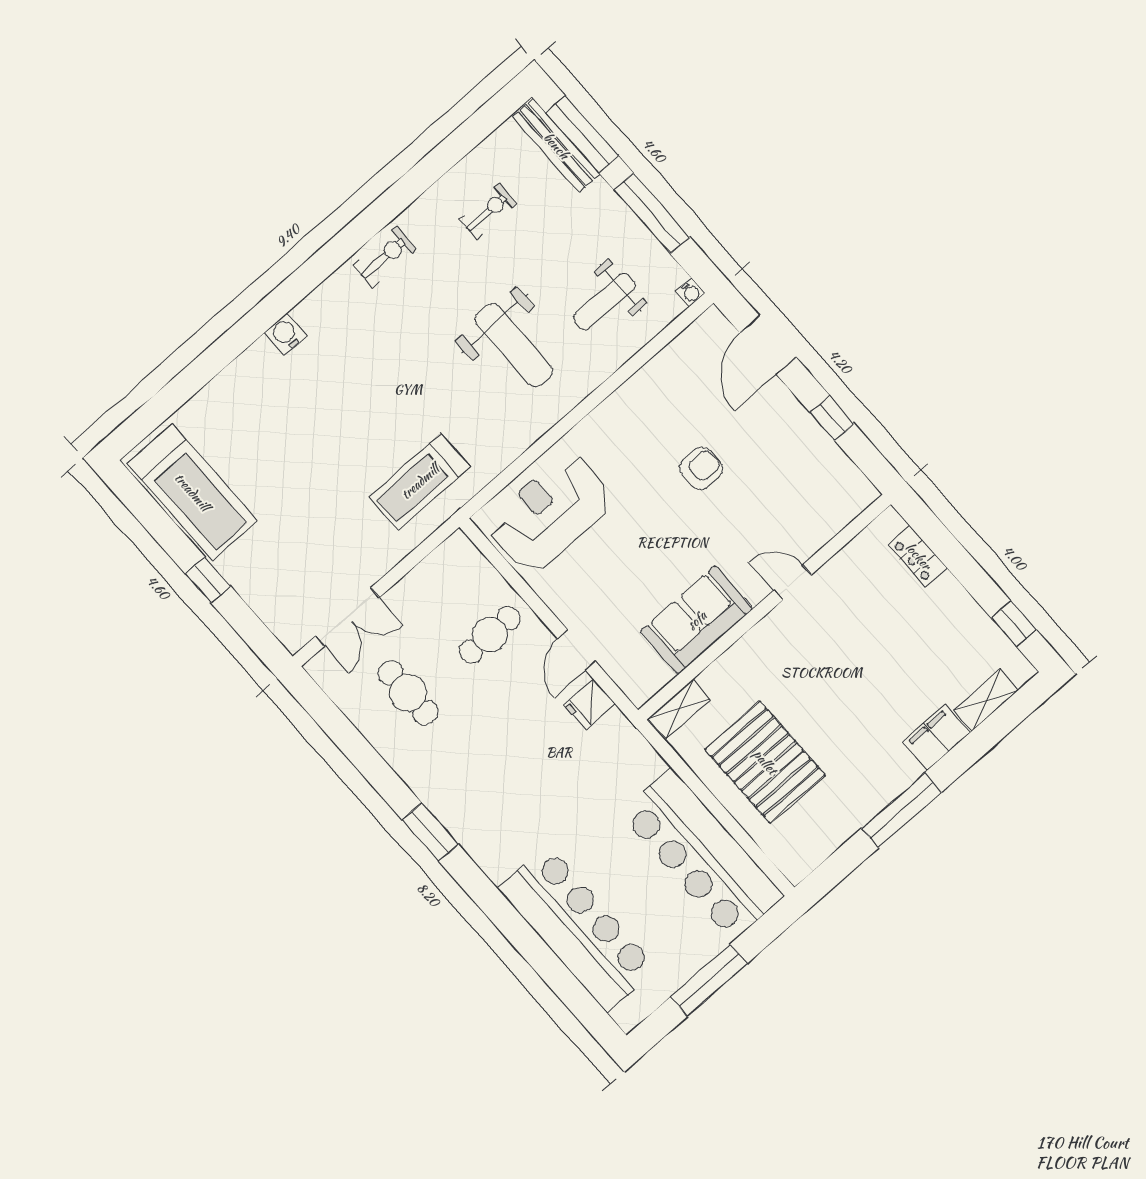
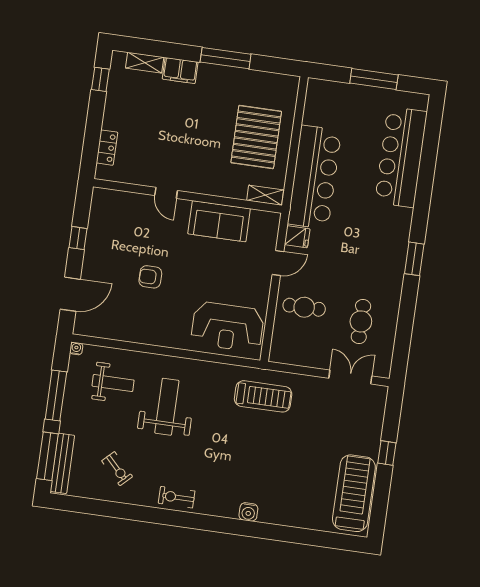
exercise bike: (488, 211) -> (117, 469), turned -134
bar counter: (702, 855) -> (314, 177), moved

